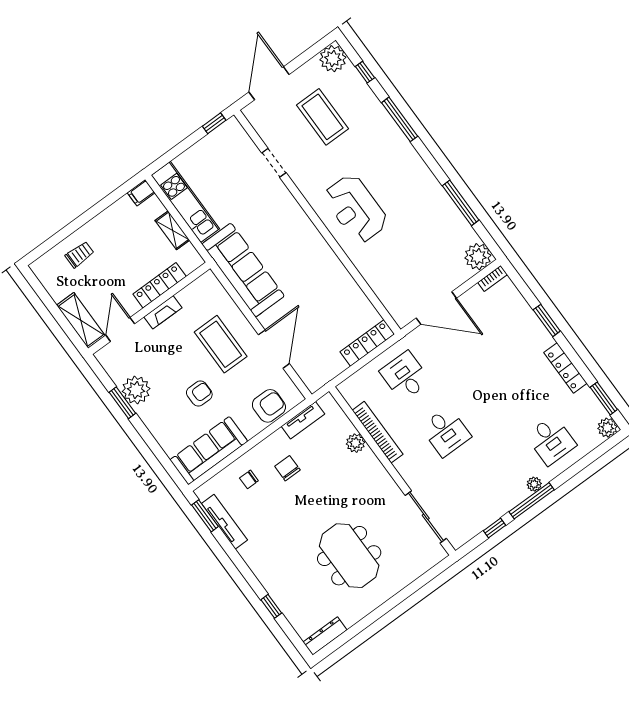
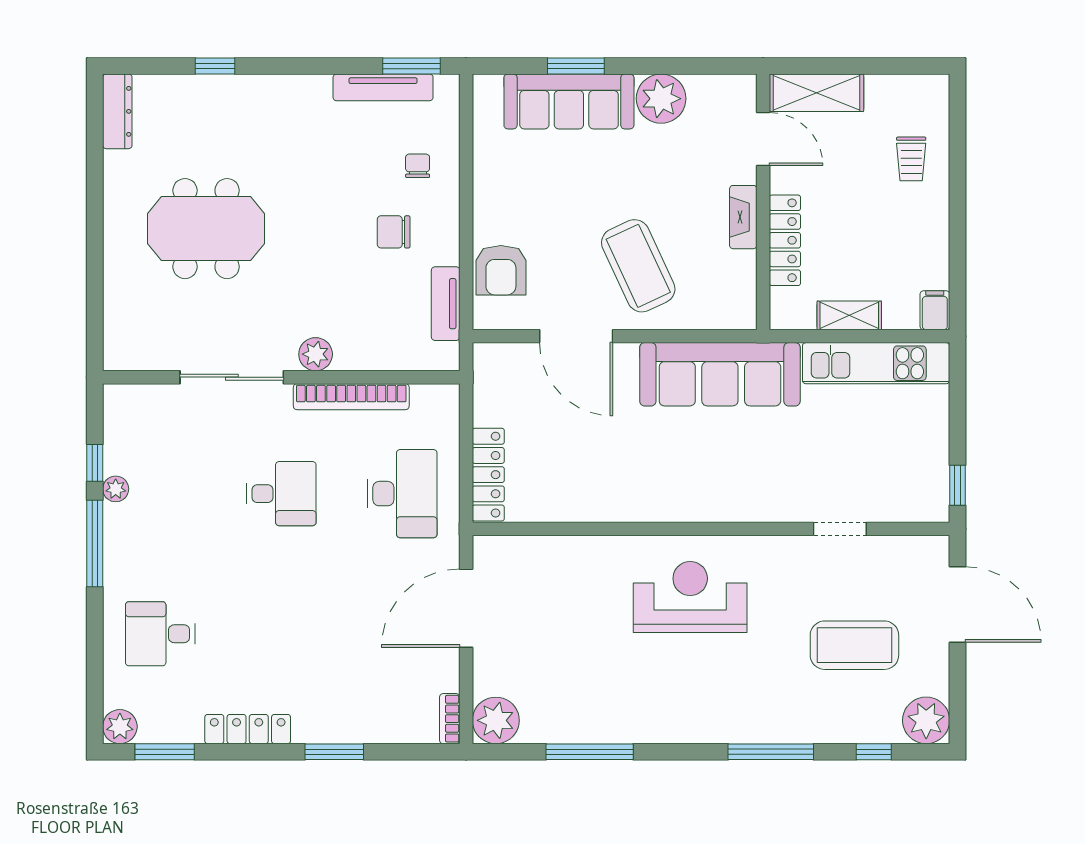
coffee table: (221, 344) -> (638, 266), turned 65
desk: (405, 376) -> (402, 494), width x1.37
armchair: (199, 394) -> (591, 185), removed
window: (122, 403) -> (576, 66), moved
desk: (446, 432) -> (281, 494), turned 180
plant: (356, 443) -> (316, 354), moved
sofa: (209, 451) -> (569, 101), moved, turned 90
chair: (287, 468) -> (394, 232), turned 180
plant: (534, 484) -> (116, 489), moved
sliding door: (426, 517) -> (232, 377), moved

